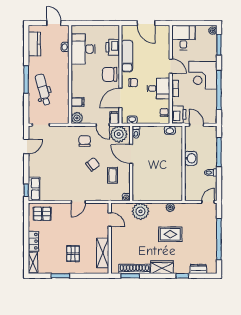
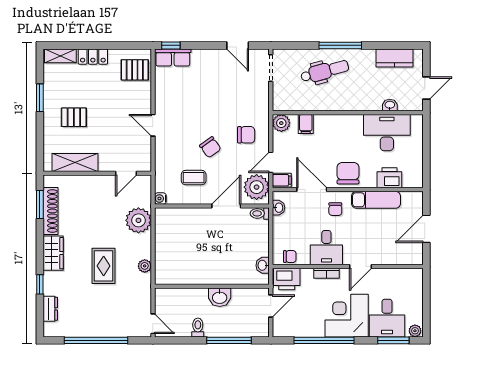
desk: (183, 38) -> (387, 318), moved, turned 90
pallet: (42, 214) -> (135, 70), turned 90

